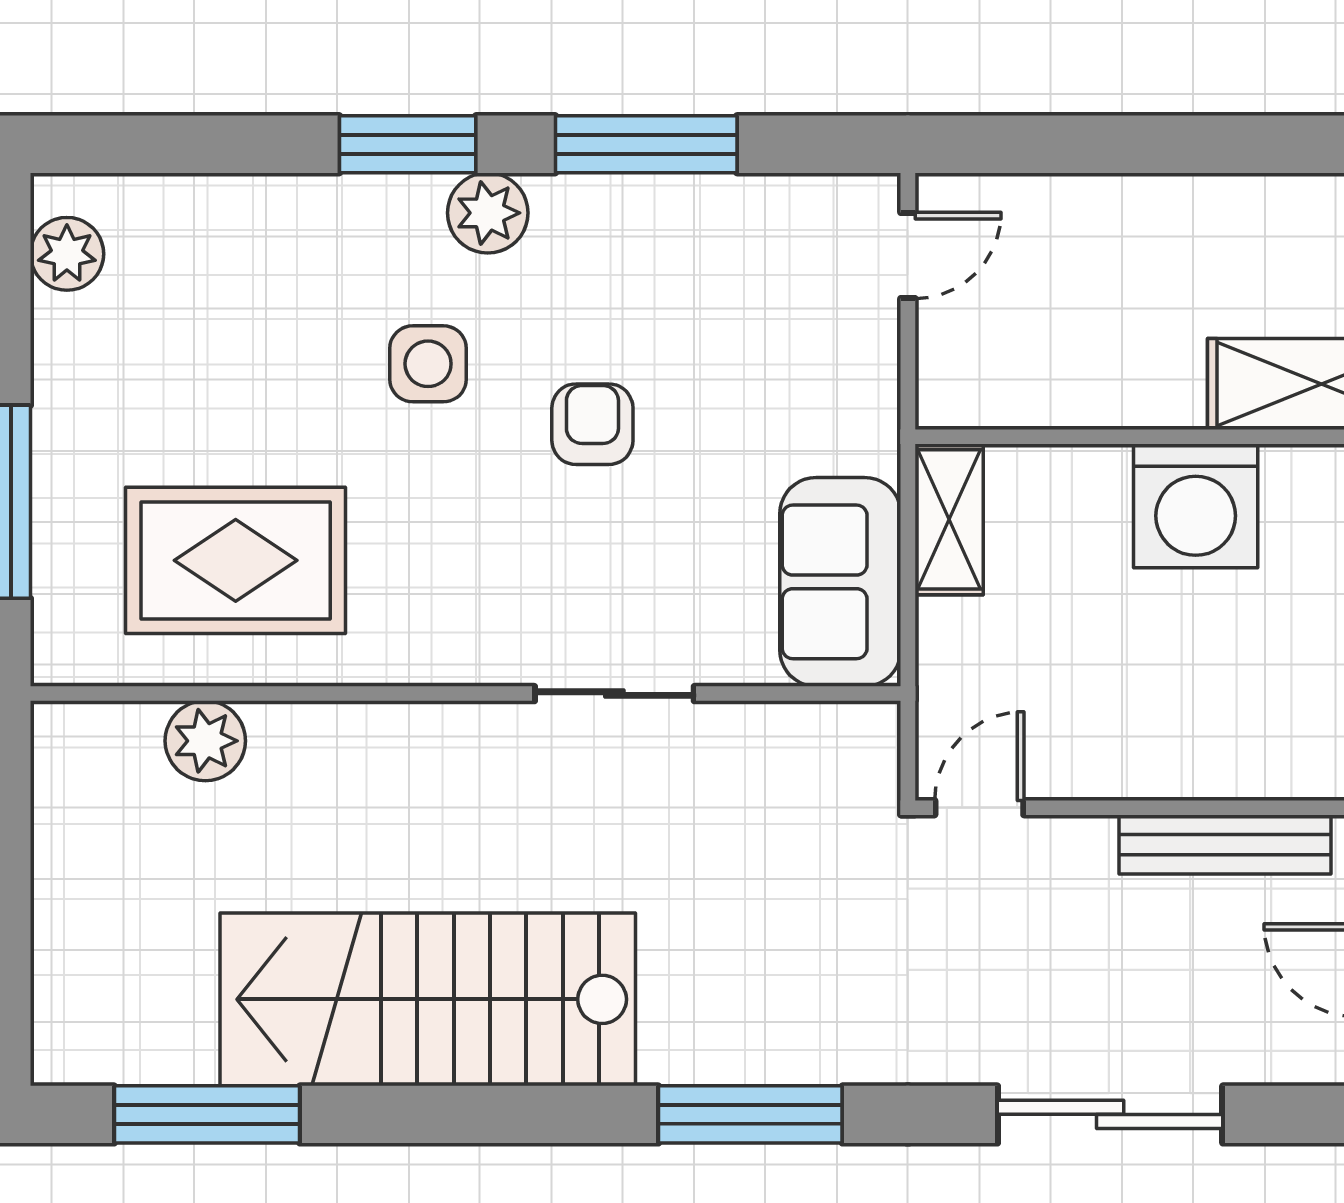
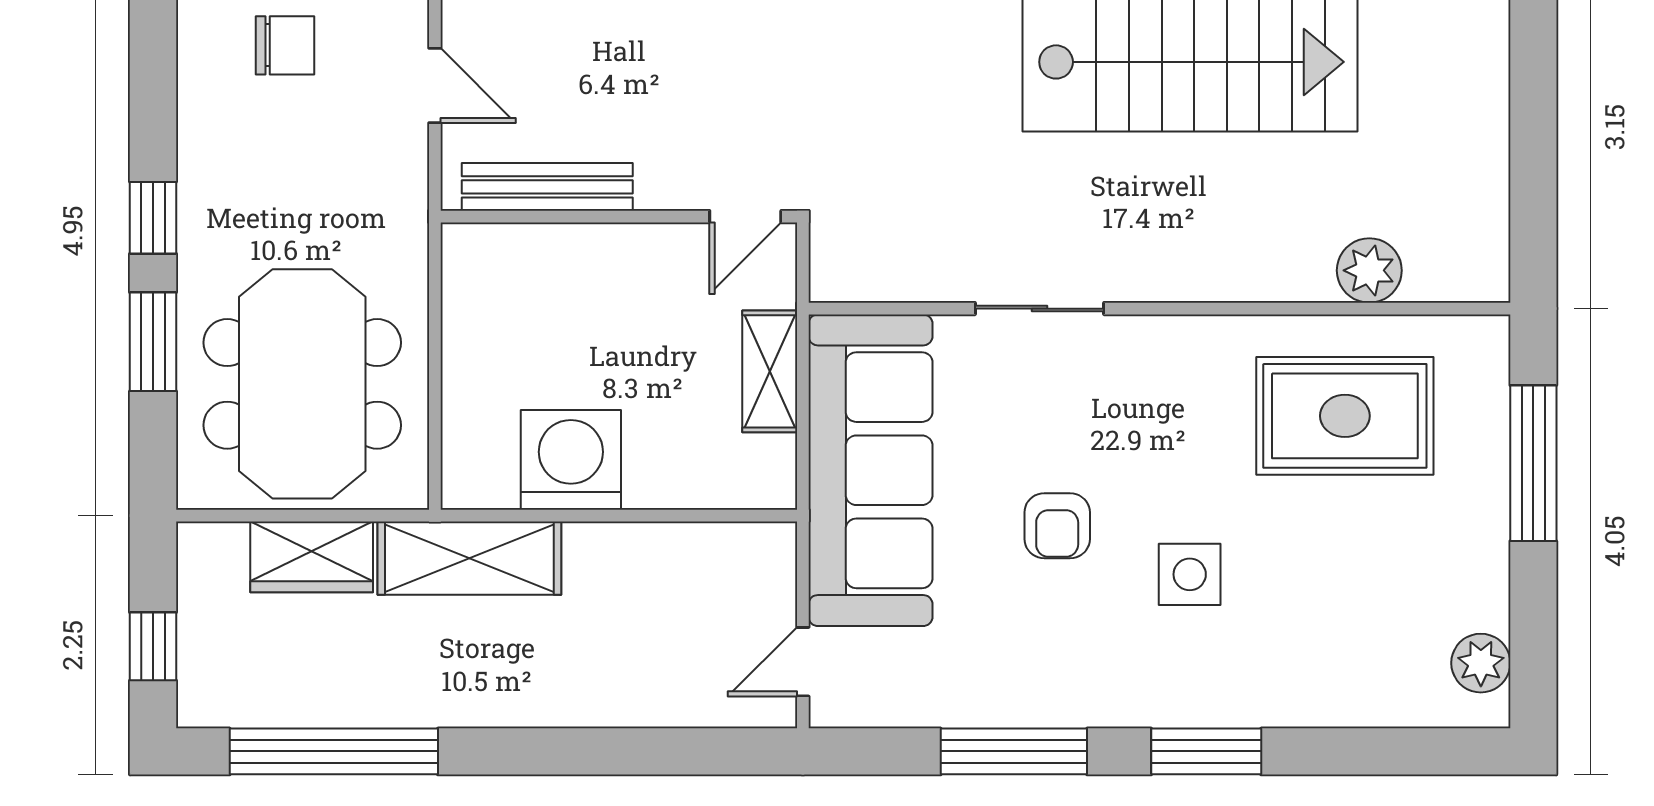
plant: (488, 213) -> (1142, 696), removed
shelving: (949, 519) -> (770, 371), moved
sofa: (840, 582) -> (871, 470), width x1.85, depth x1.27

